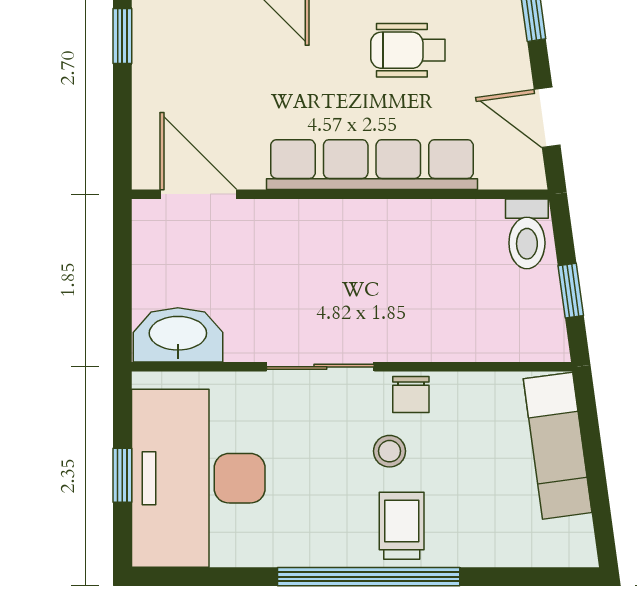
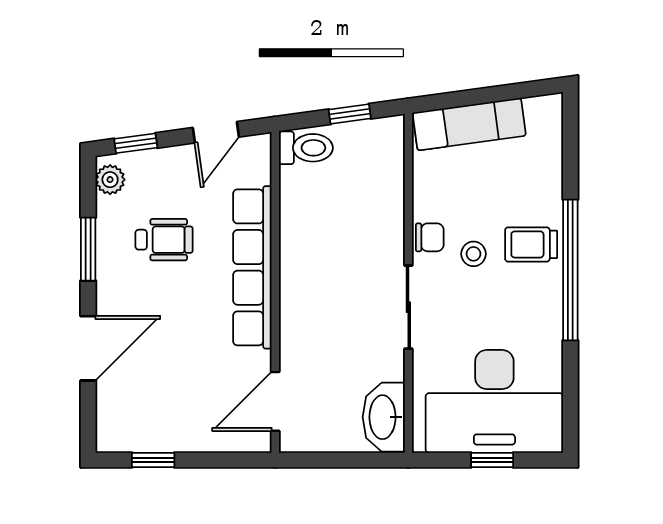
wheelchair: (408, 50) -> (164, 240), turned -90

